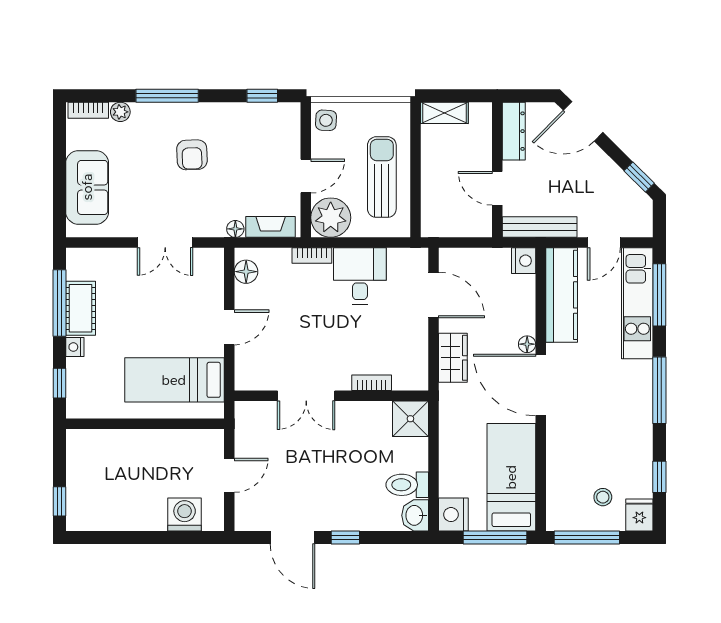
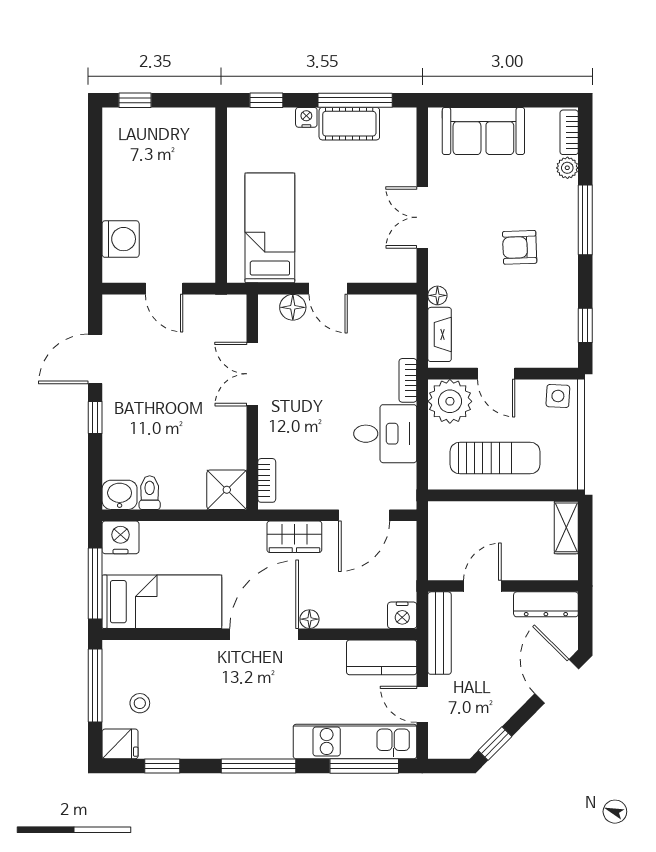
floor lamp: (246, 272) -> (293, 307), moved
kitchen counter: (562, 295) -> (382, 657), width x0.67
bookcase: (372, 383) -> (267, 480), moved
toilet: (407, 485) -> (150, 493), width x0.73, depth x0.72

